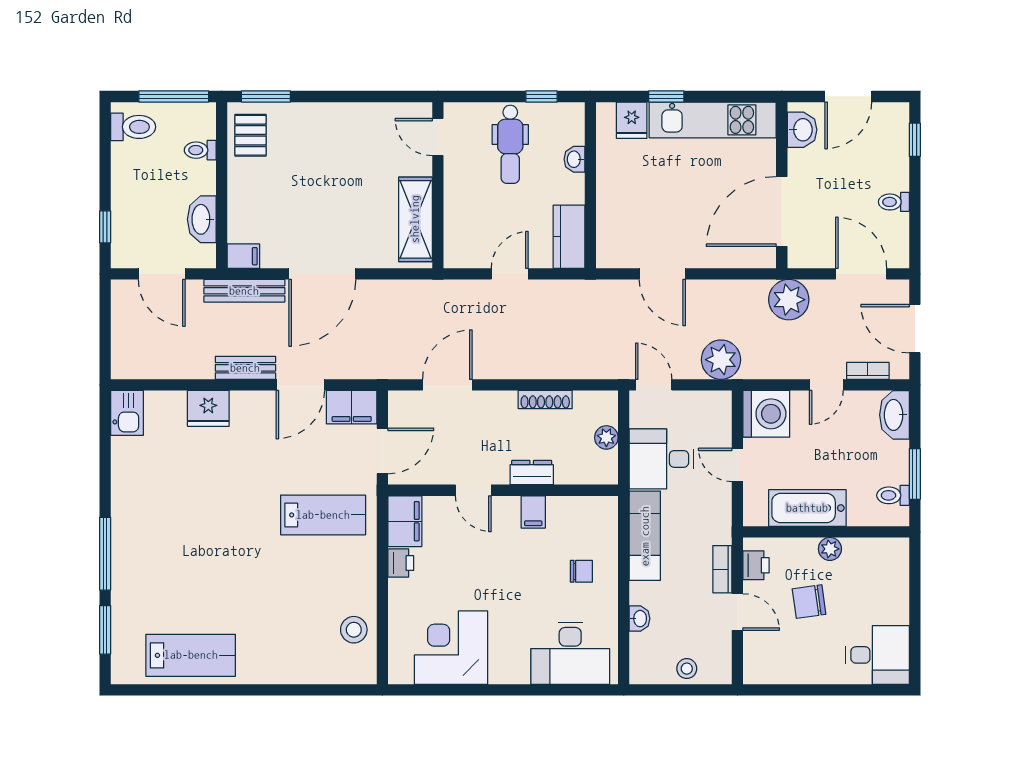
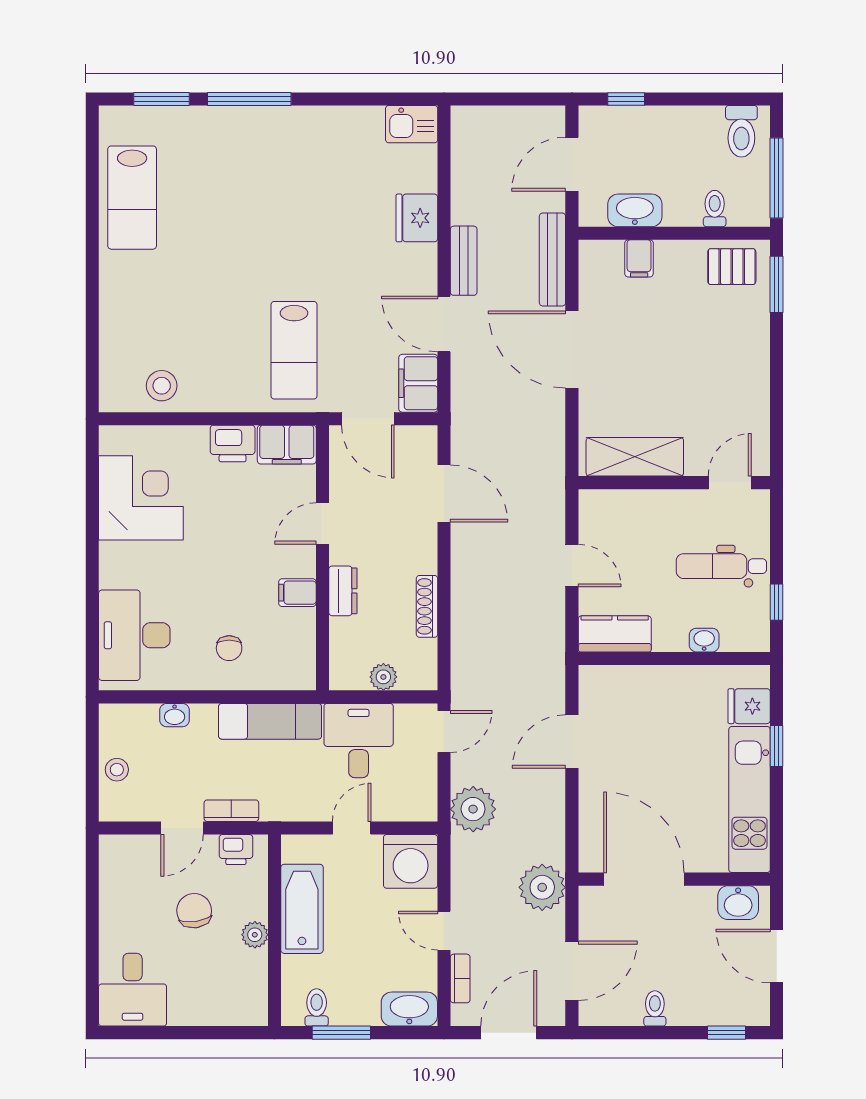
filing cabinet: (243, 256) -> (639, 258), moved
printer: (401, 563) -> (233, 444), width x1.36, depth x1.24

